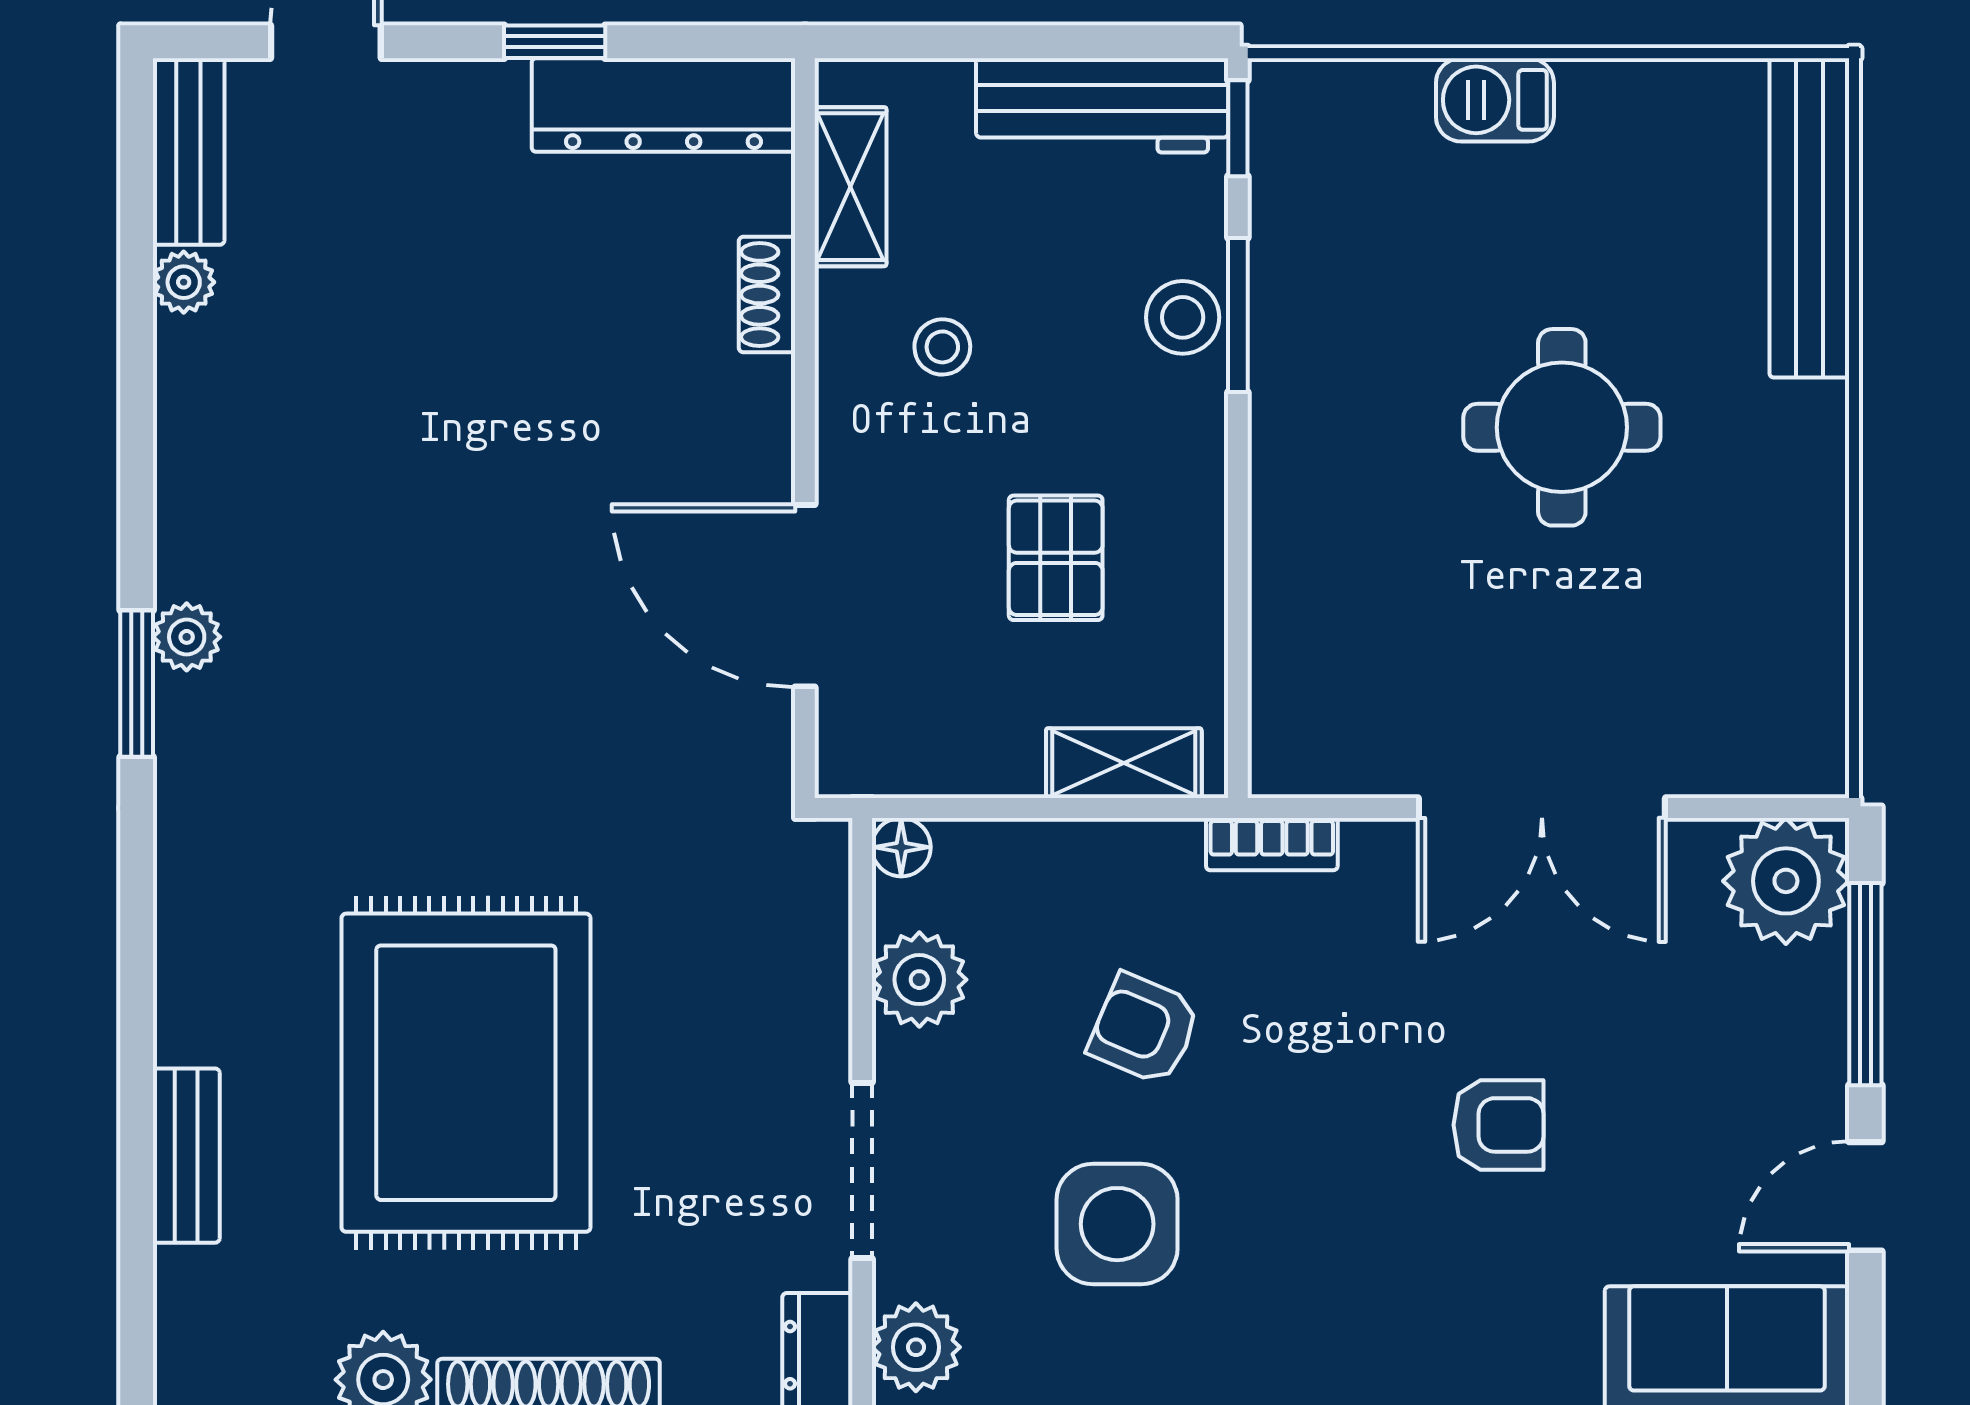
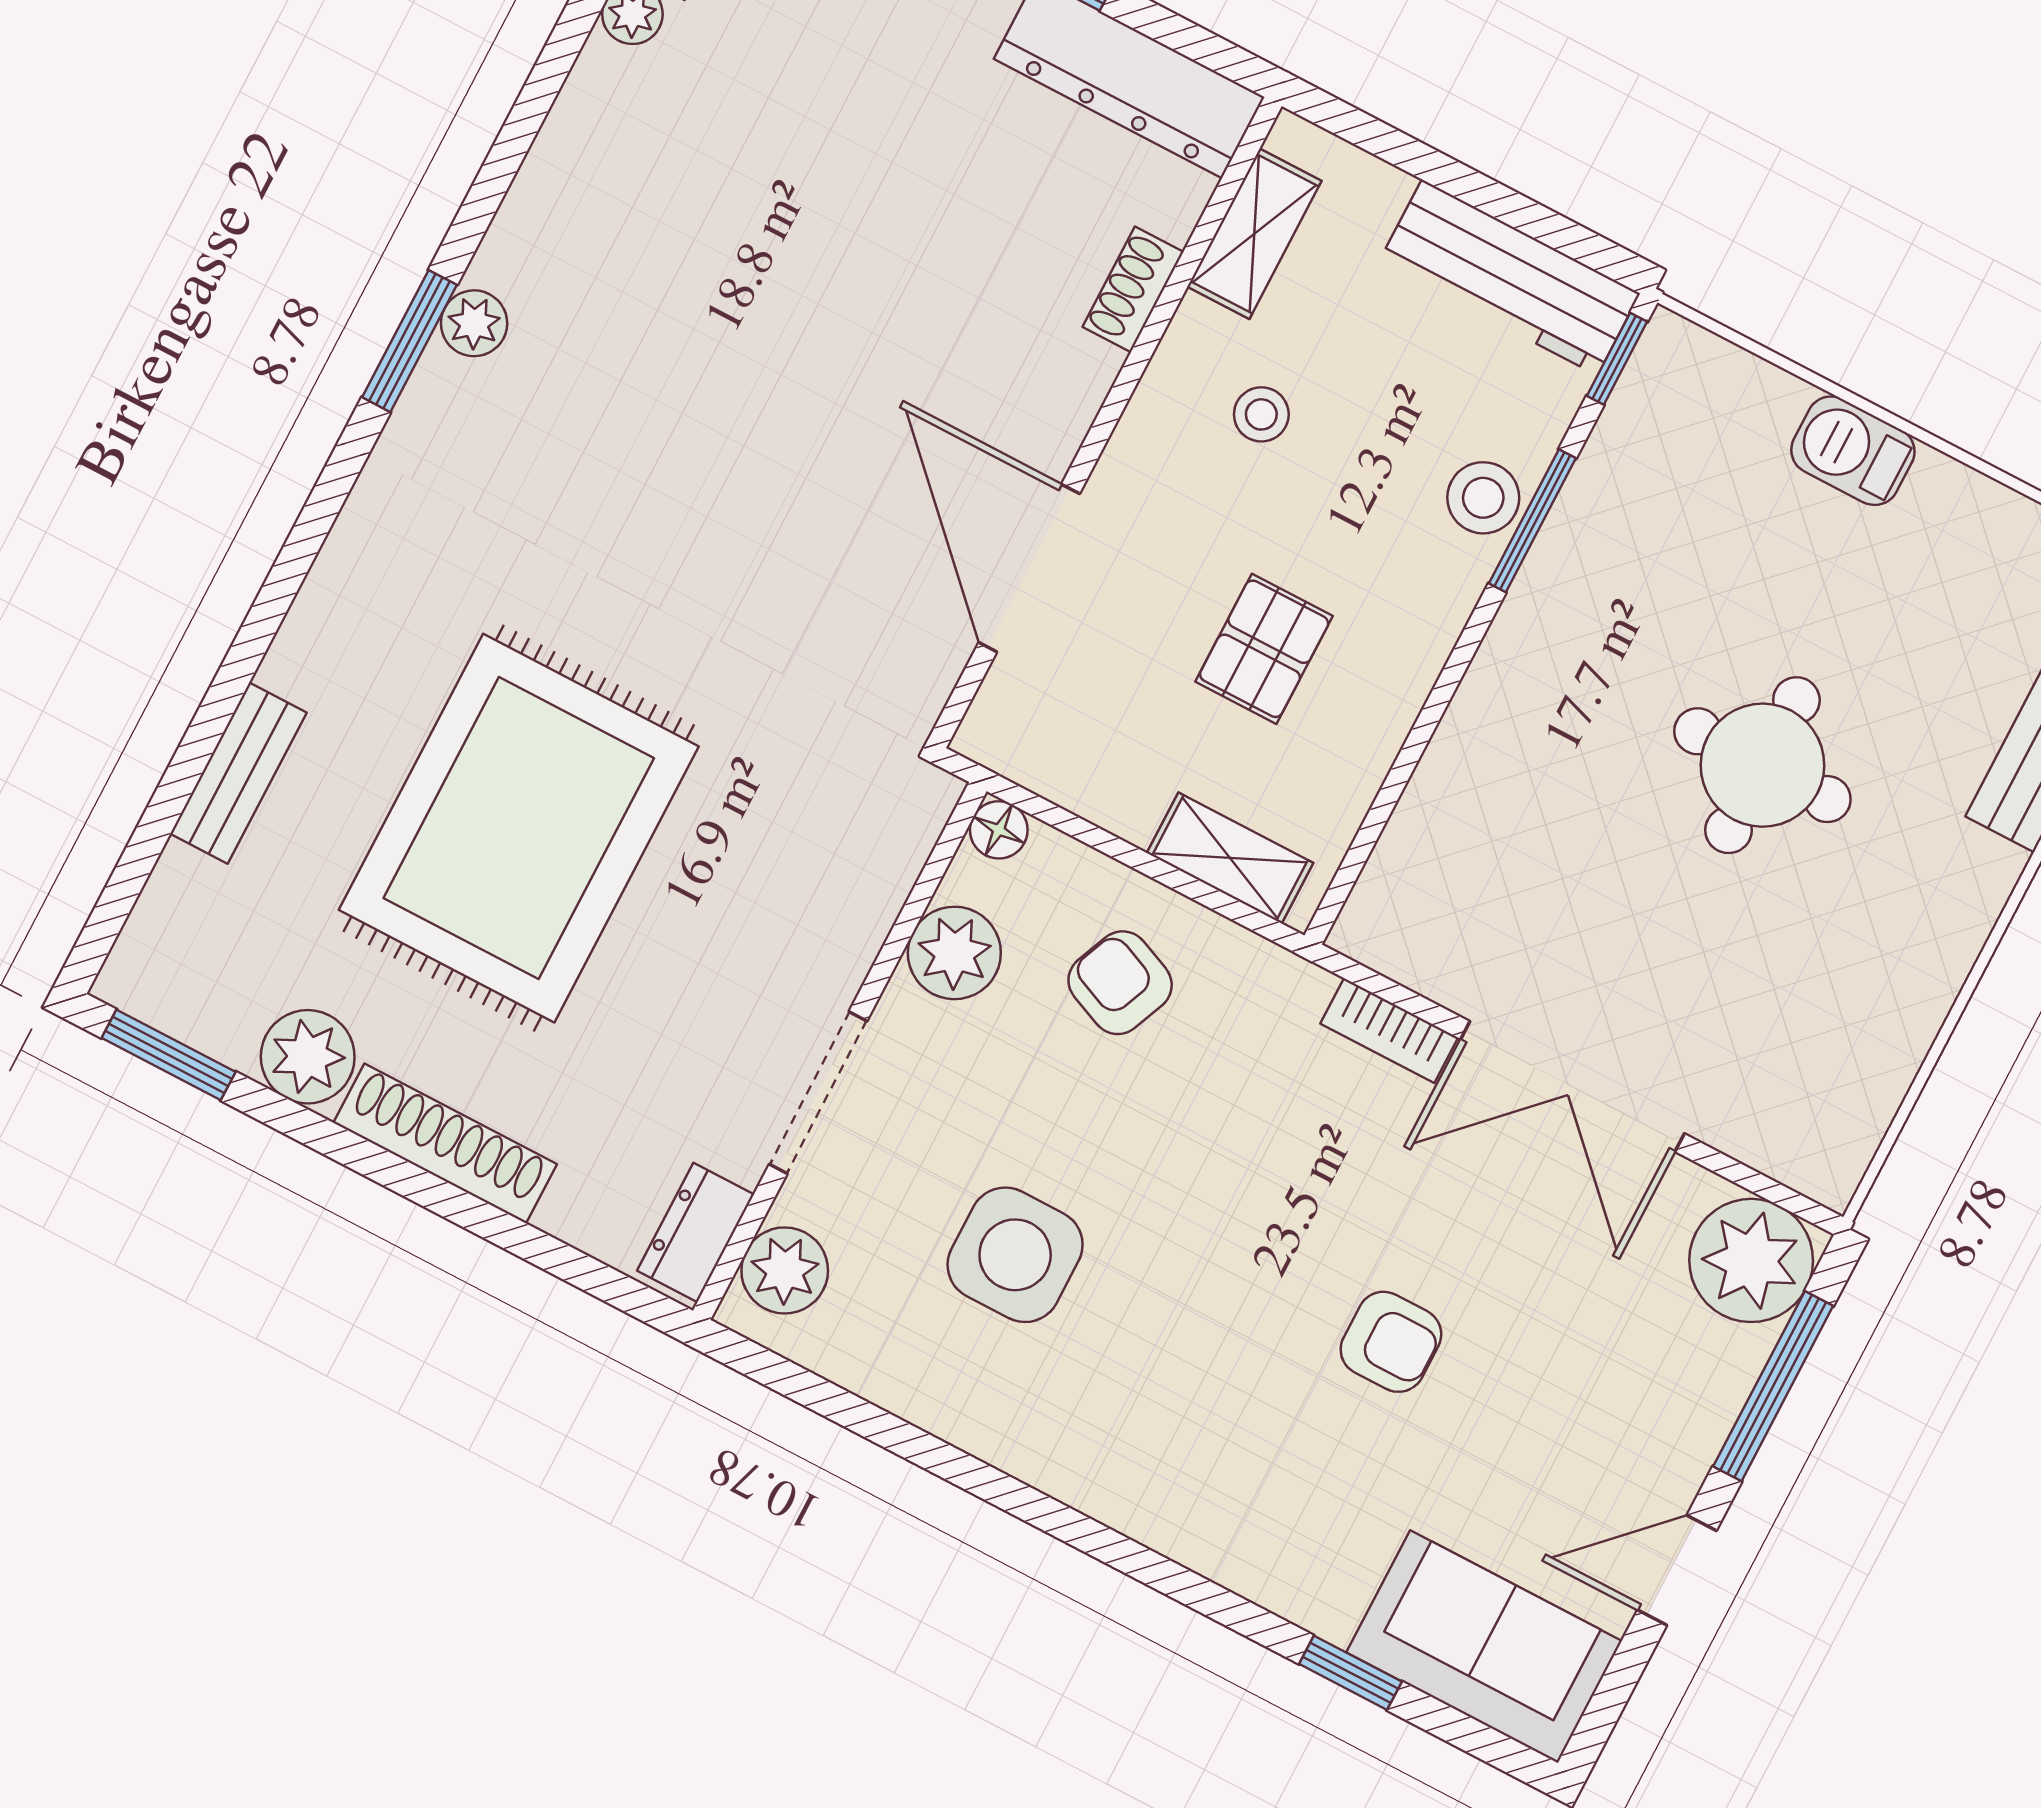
bookcase: (1272, 844) -> (1389, 1031), moved
armchair: (1144, 1029) -> (1120, 983), moved

